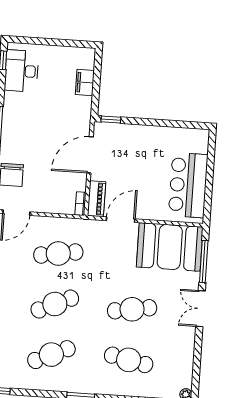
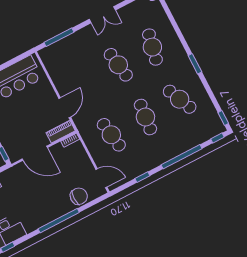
door: (121, 220) -> (65, 108), swing flipped
booth: (170, 247) -> (63, 65), removed
cafe table: (55, 304) -> (145, 117), turned 30
double door: (201, 309) -> (102, 15), moved

